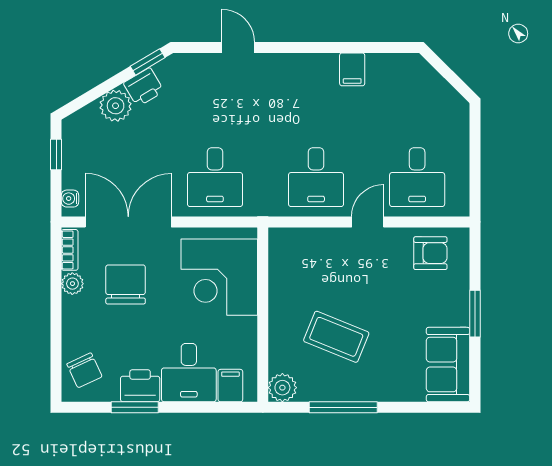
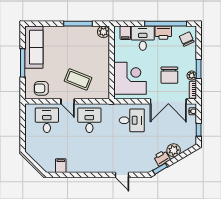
filing cabinet: (352, 69) -> (61, 166), moved
desk: (215, 177) -> (132, 120), turned 90
door: (368, 222) -> (68, 101), hinge flipped
window: (56, 299) -> (199, 69), added
window: (475, 314) -> (23, 63), width x1.44
coffee table: (336, 337) -> (78, 79), moved
sofa: (448, 365) -> (34, 47), width x1.36
window: (135, 407) -> (166, 24), width x2.11

